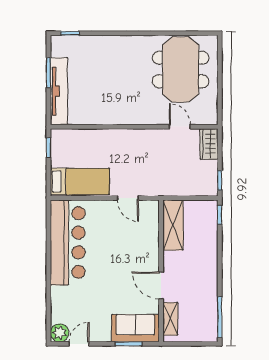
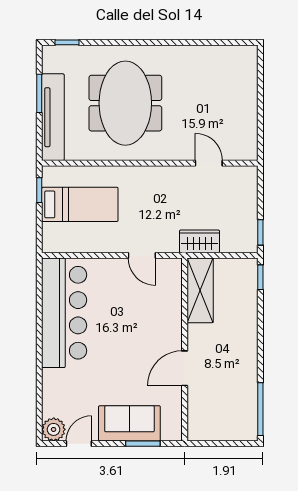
meeting table: (181, 69) -> (125, 103), moved
wardrobe: (209, 144) -> (199, 241), moved, turned 90
bed: (80, 181) -> (80, 204), moved
door: (161, 285) -> (185, 368), hinge flipped
shelving: (170, 319) -> (197, 411), removed
sofa: (135, 328) -> (129, 423), moved

